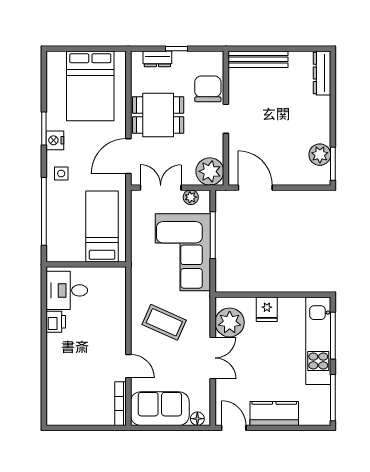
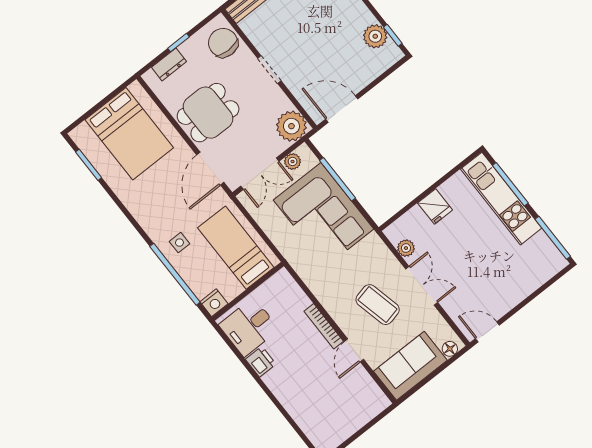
chair: (208, 89) -> (223, 43), moved
window: (44, 129) -> (89, 165), moved
nightstand: (55, 140) -> (214, 303), moved, turned -90
window: (333, 164) -> (393, 35), width x0.67
side table: (61, 173) -> (179, 243), moved
double door: (161, 188) -> (260, 174), swing flipped
coffee table: (164, 322) -> (378, 305), moved, turned 53
plant: (230, 322) -> (406, 248), width x0.53, depth x0.53
door: (128, 366) -> (354, 350), swing flipped
bookcase: (120, 404) -> (324, 326), moved
kitchen counter: (274, 413) -> (513, 292), removed

